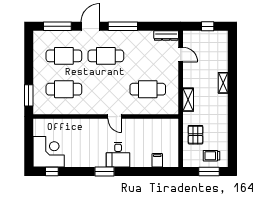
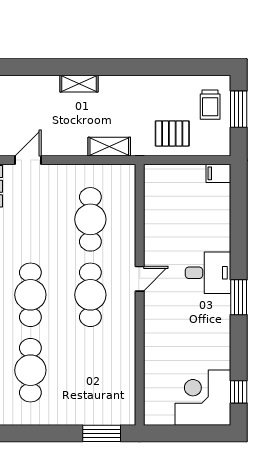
cafe table: (64, 89) -> (90, 295), moved
filing cabinet: (157, 160) -> (218, 173), moved

